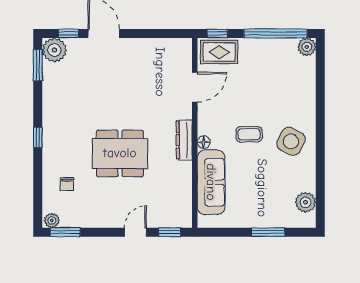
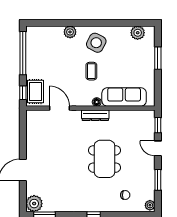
window: (69, 33) -> (23, 194), removed
plant: (307, 47) -> (70, 32), moved
window: (65, 232) -> (158, 180), moved

